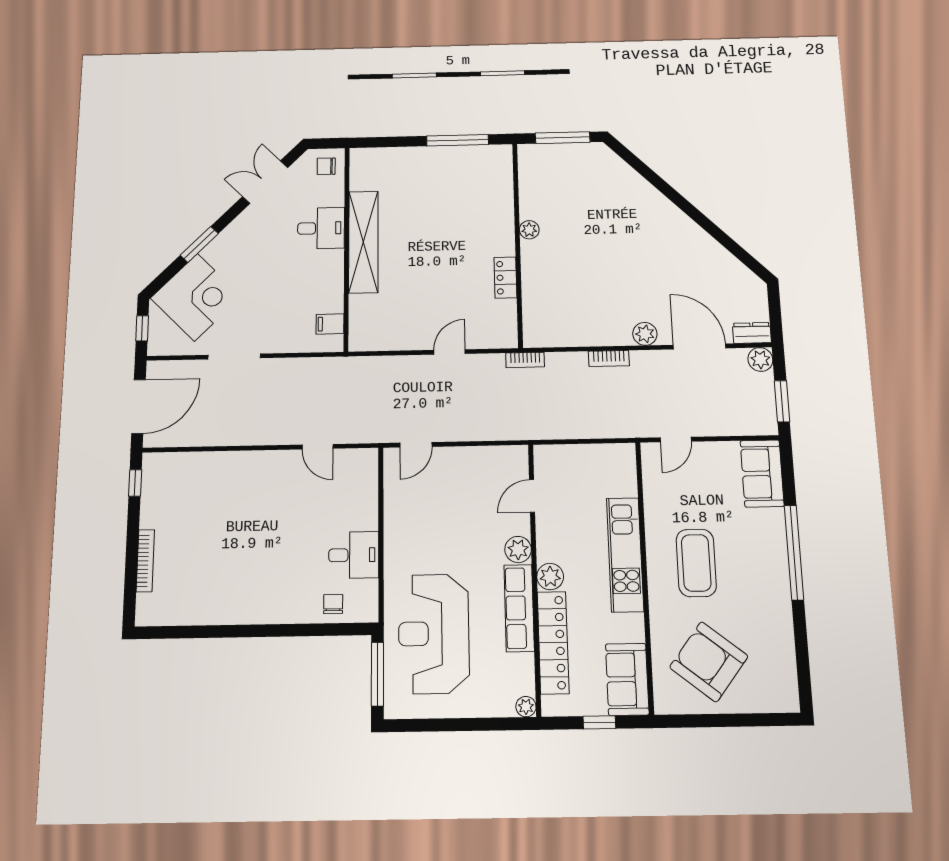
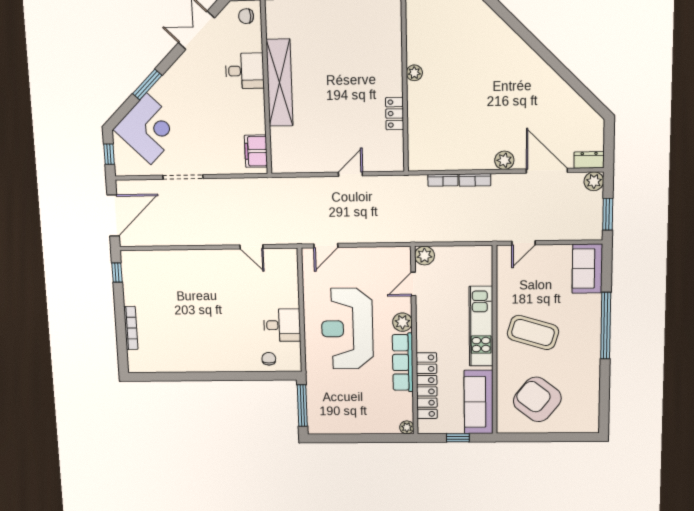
filing cabinet: (330, 324) -> (256, 151), width x2.00
bookcase: (525, 360) -> (443, 180), moved
coffee table: (696, 563) -> (533, 332), turned -73
plant: (550, 577) -> (424, 256), moved
reception desk: (434, 634) -> (347, 329), moved
sofa: (627, 679) -> (479, 402), width x1.36

